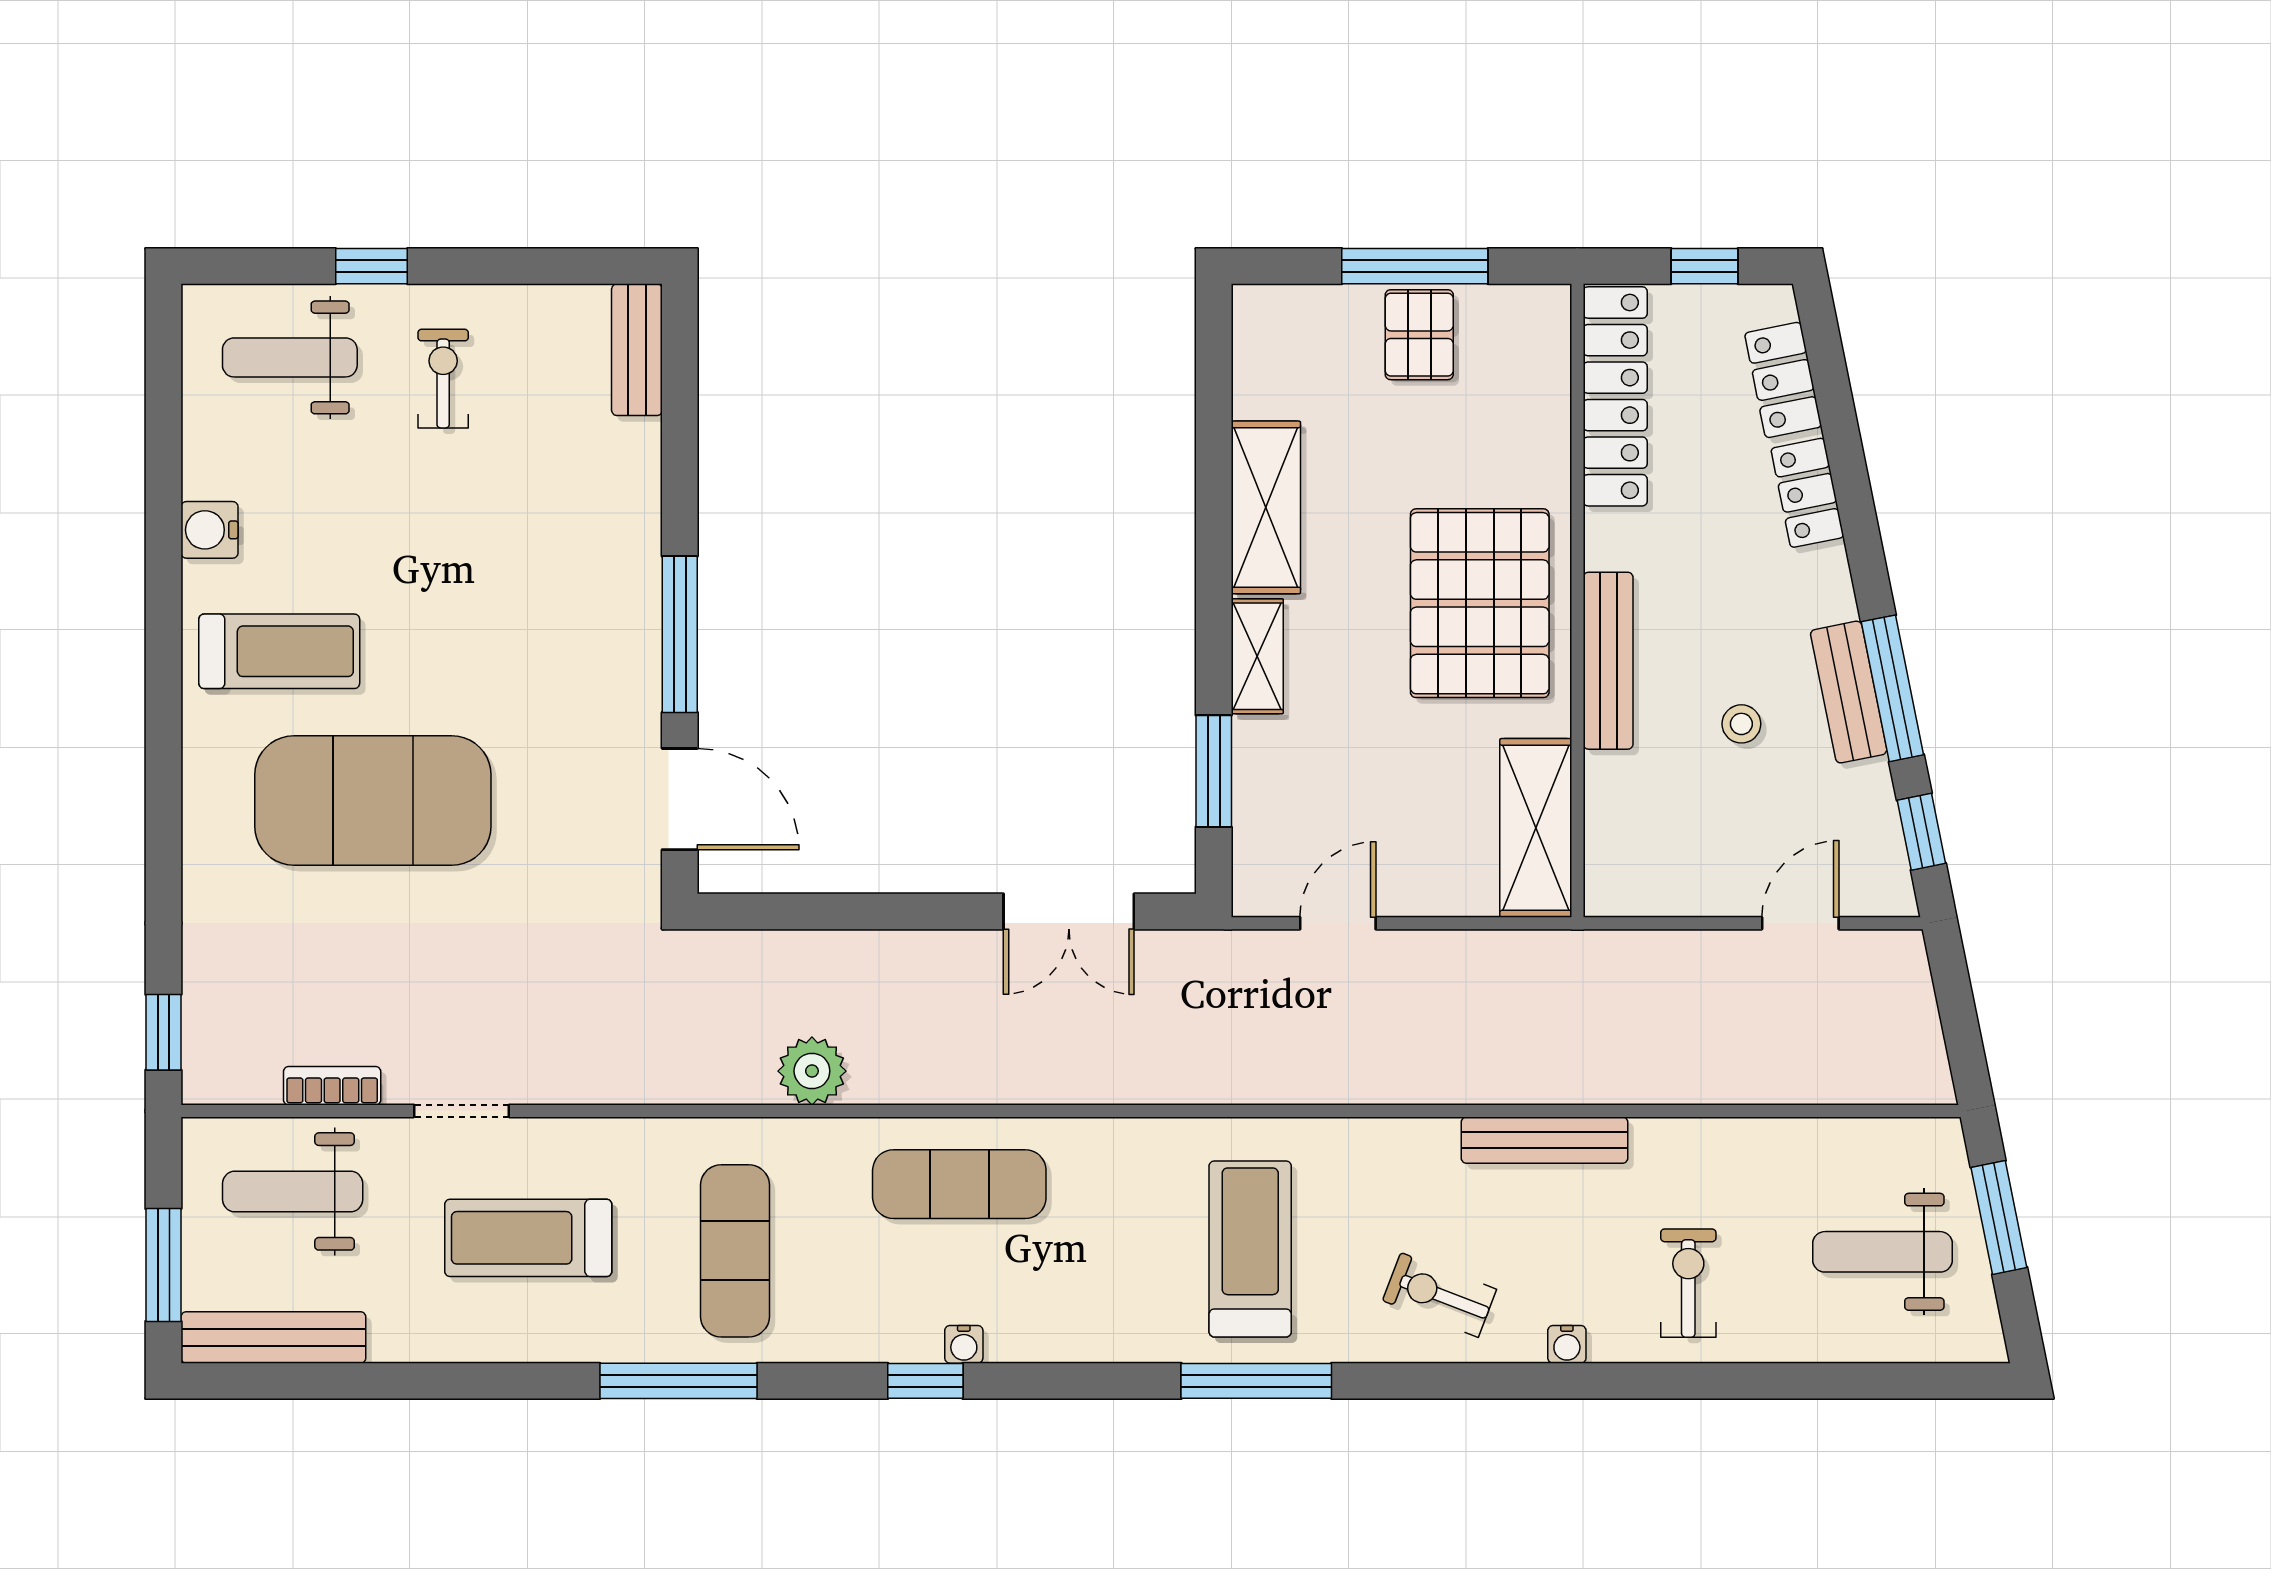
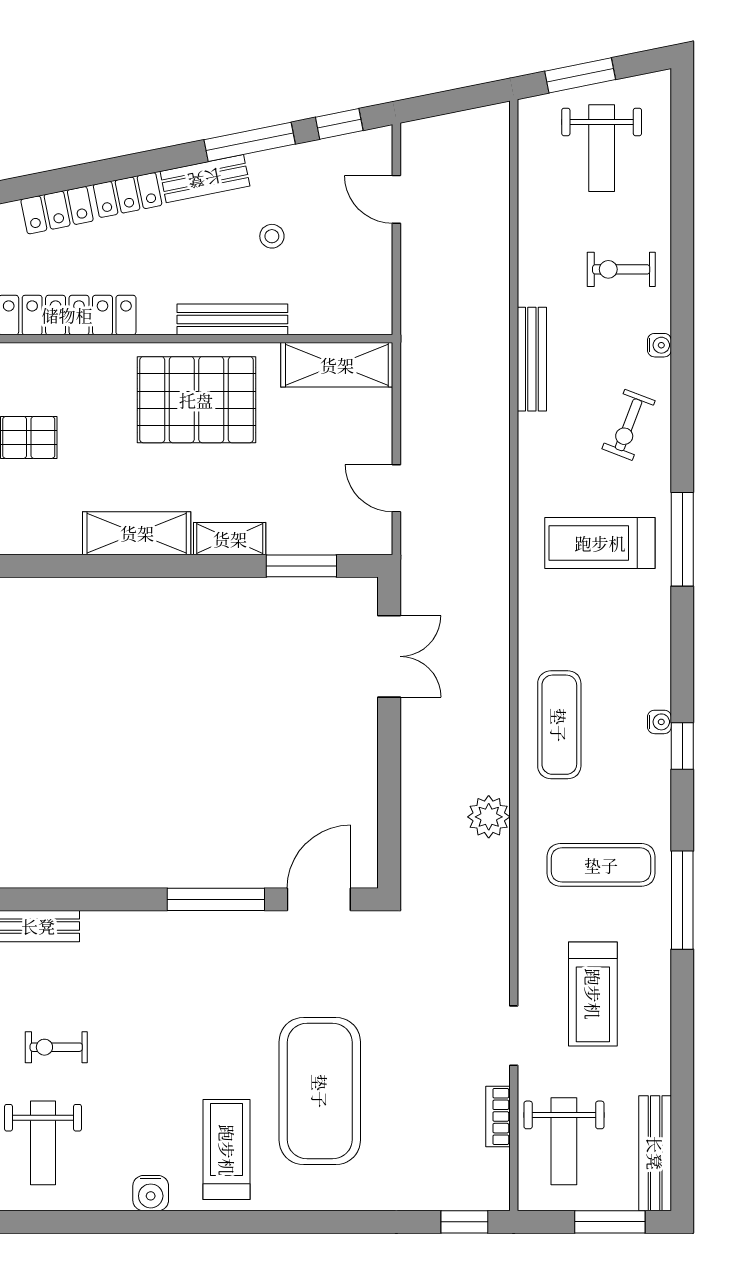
bench: (1849, 692) -> (205, 179), moved

